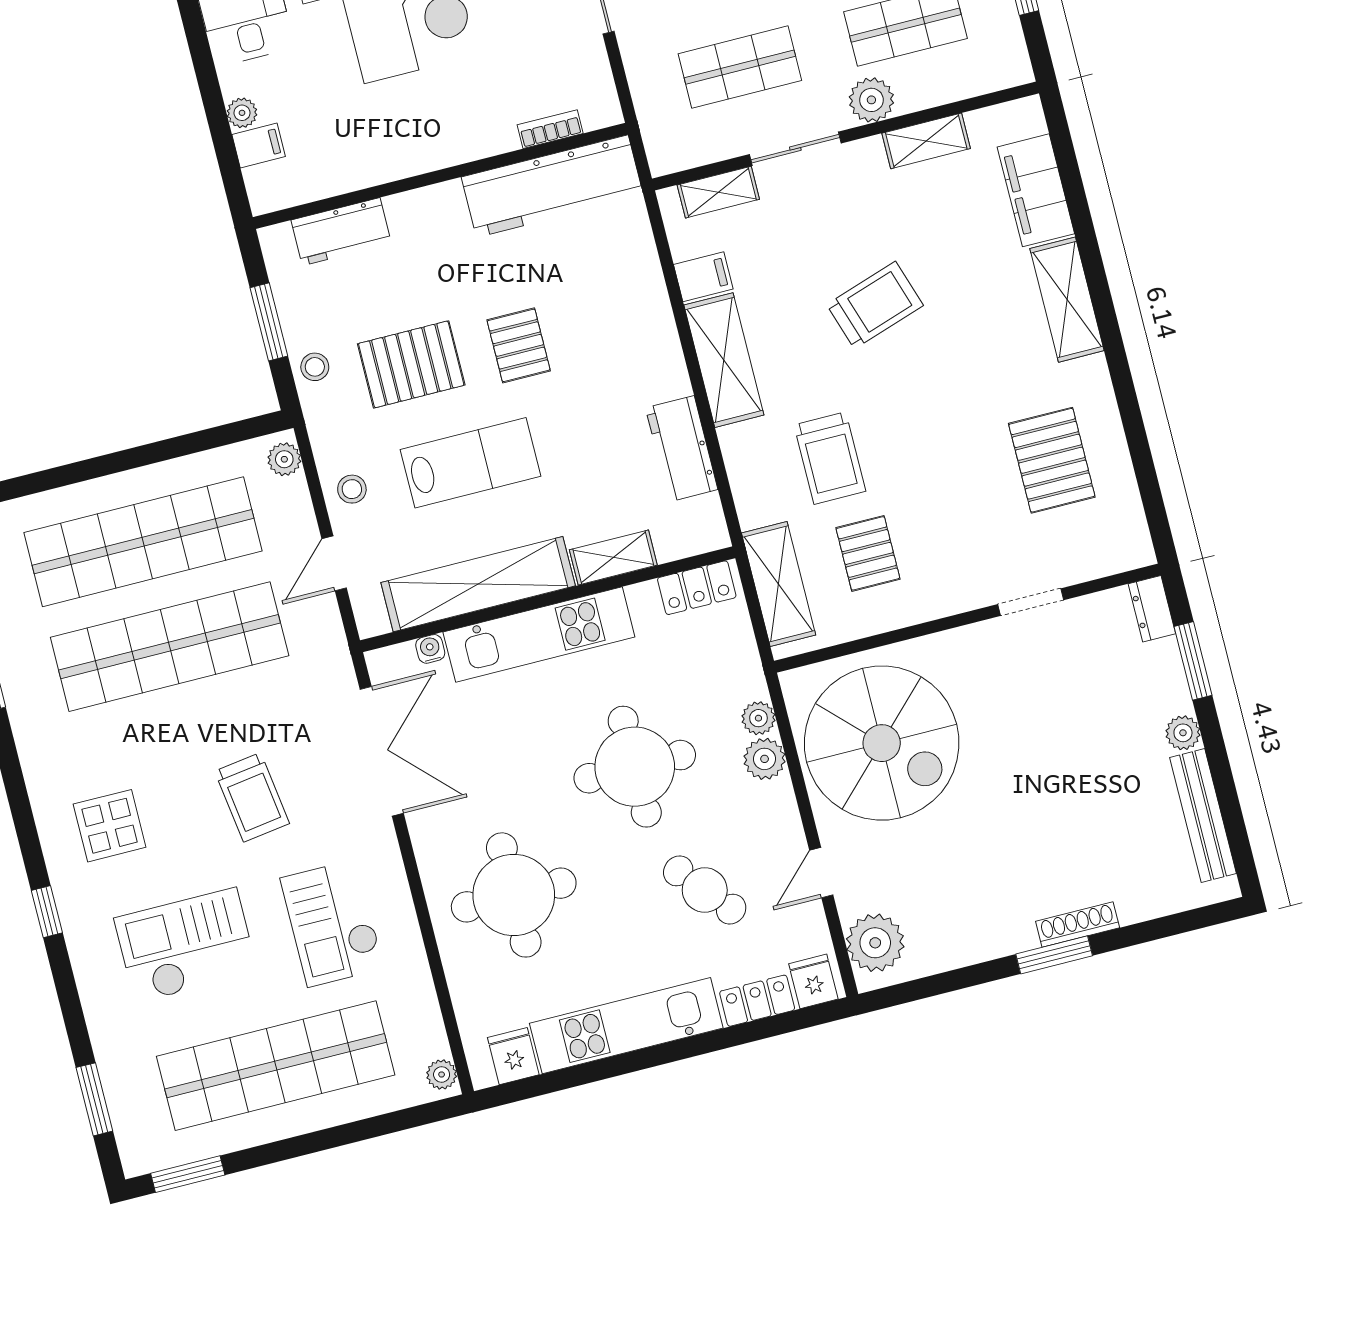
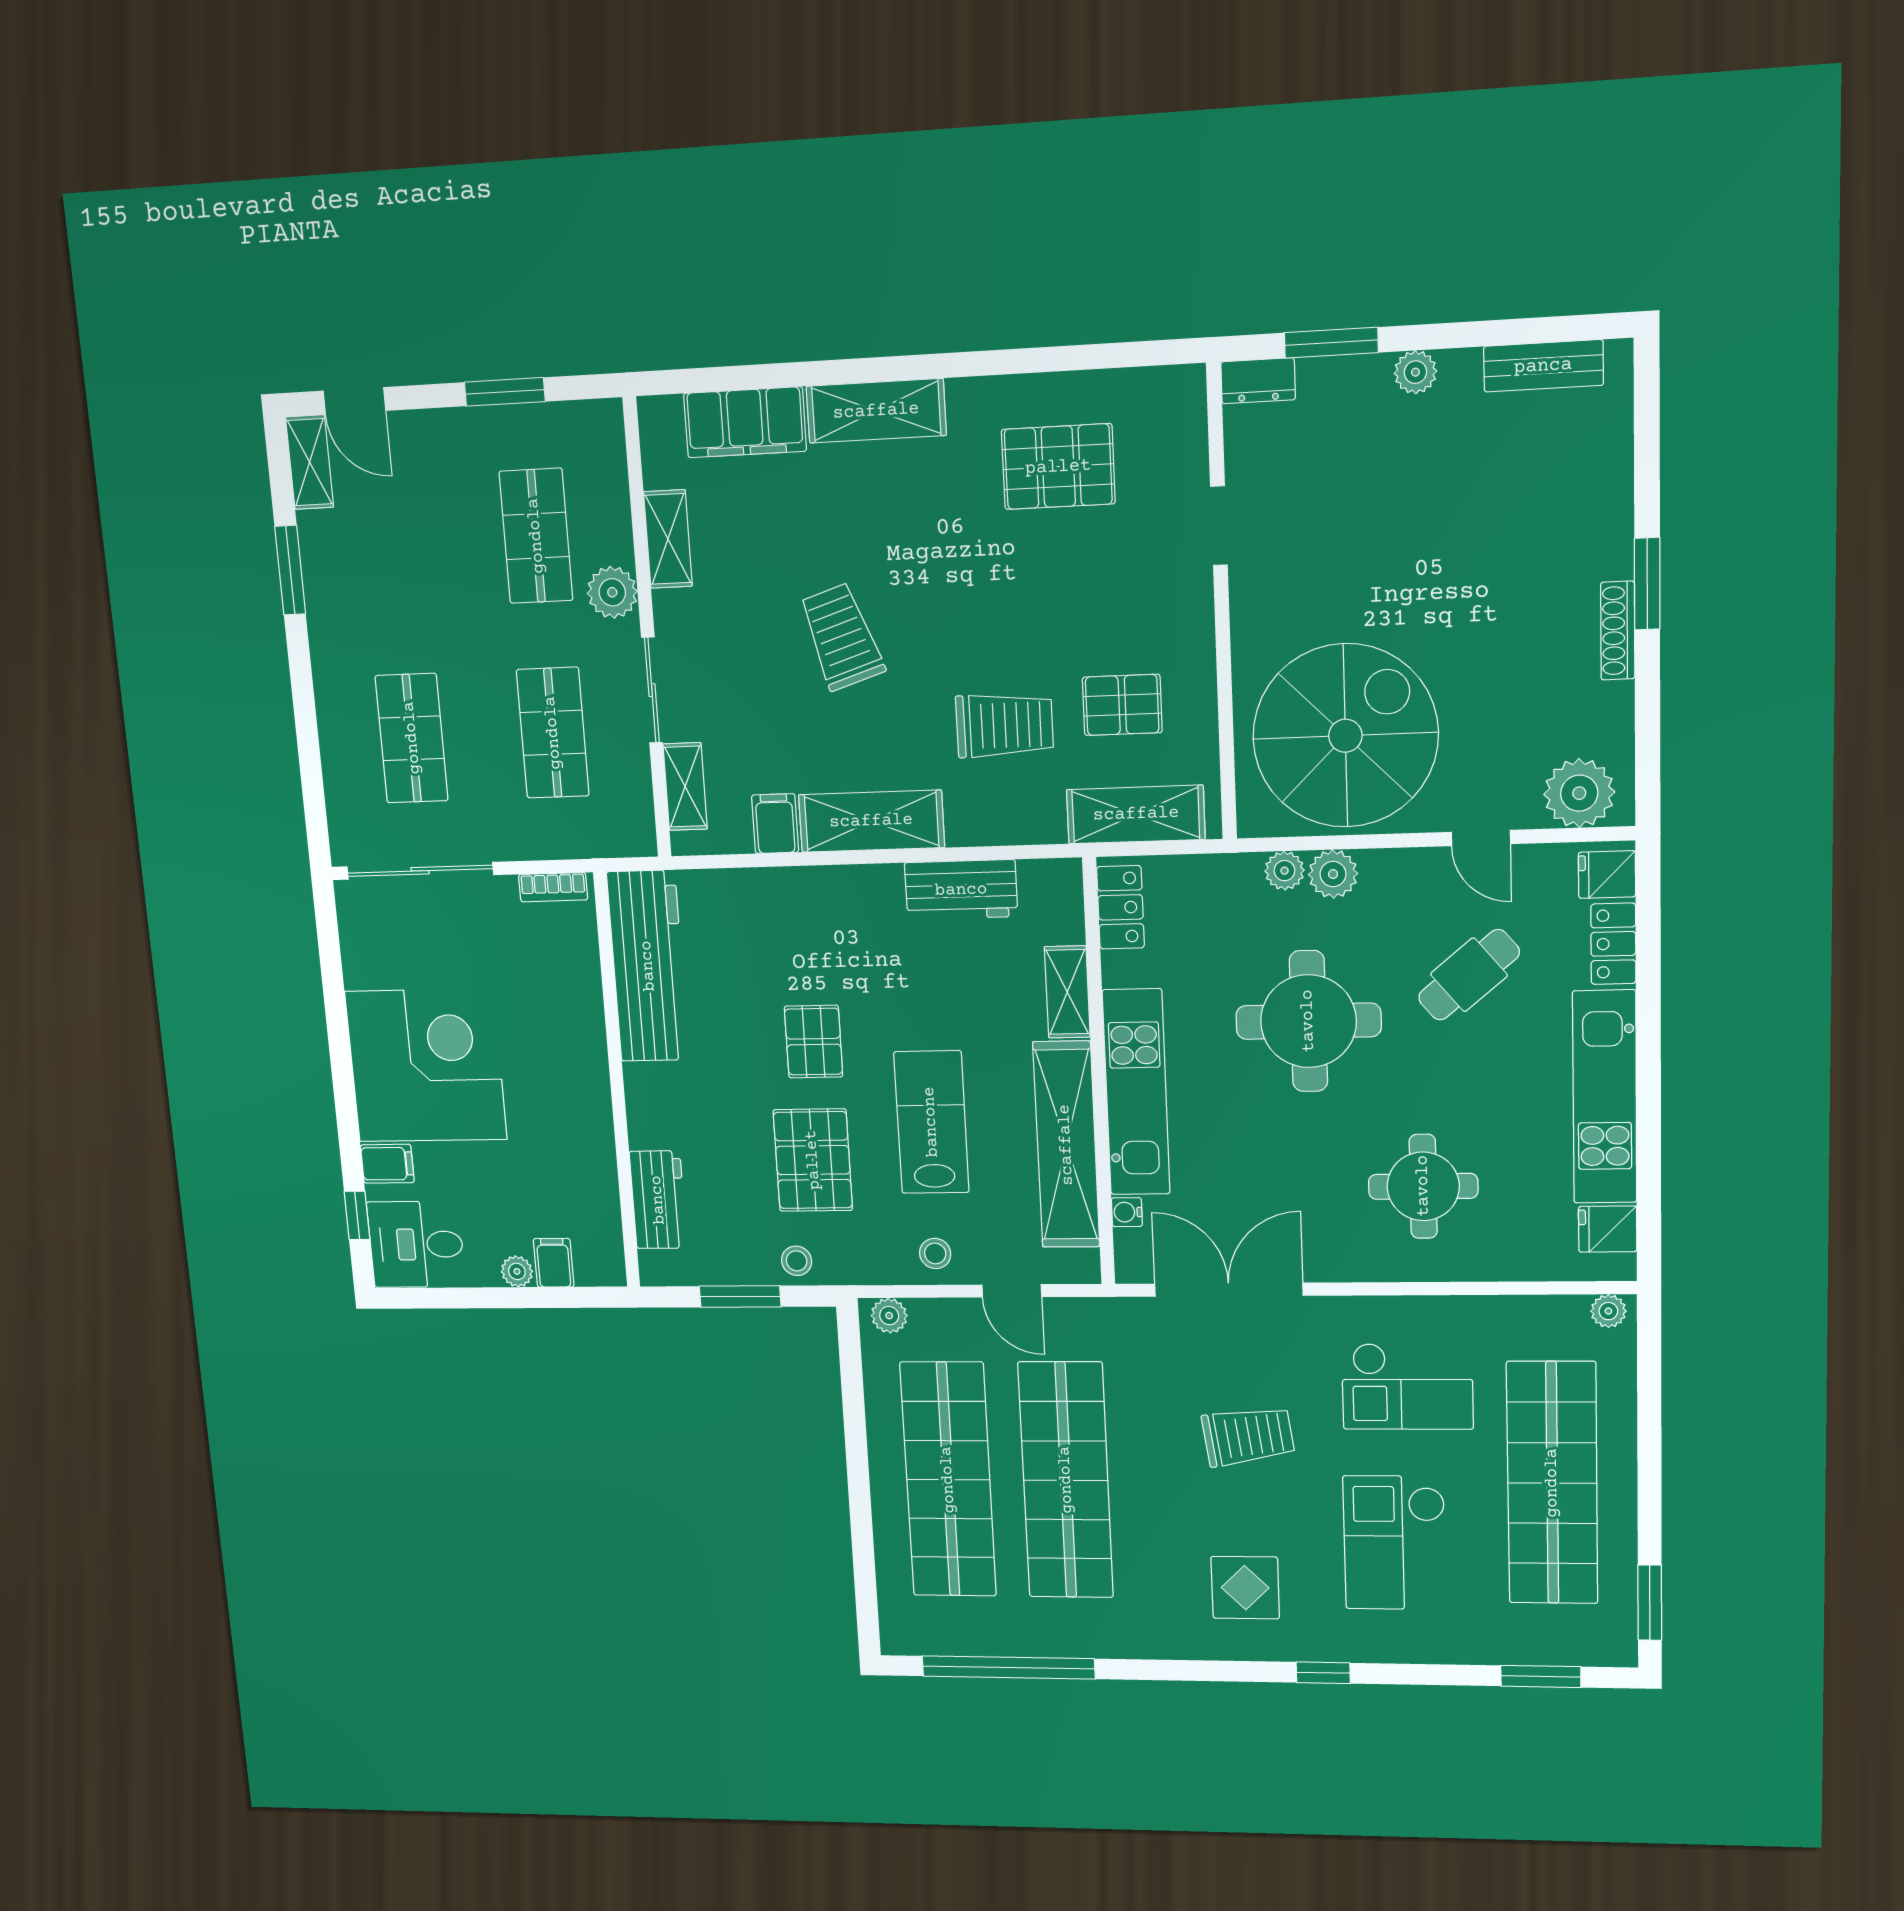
bookcase: (550, 129) -> (553, 887), moved, turned -90
pallet: (519, 345) -> (814, 1042), turned 90
bench: (1203, 816) -> (1543, 366), width x0.73
round table: (514, 895) -> (1423, 1186), width x0.73, depth x0.73
shoe rack: (1078, 925) -> (1618, 631), moved

